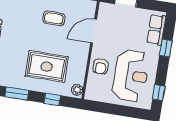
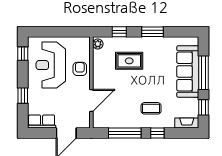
coffee table: (54, 18) -> (151, 108), moved
row of seats: (156, 30) -> (42, 121), moved, turned -90
rug: (47, 67) -> (129, 61), width x0.73, depth x0.70

